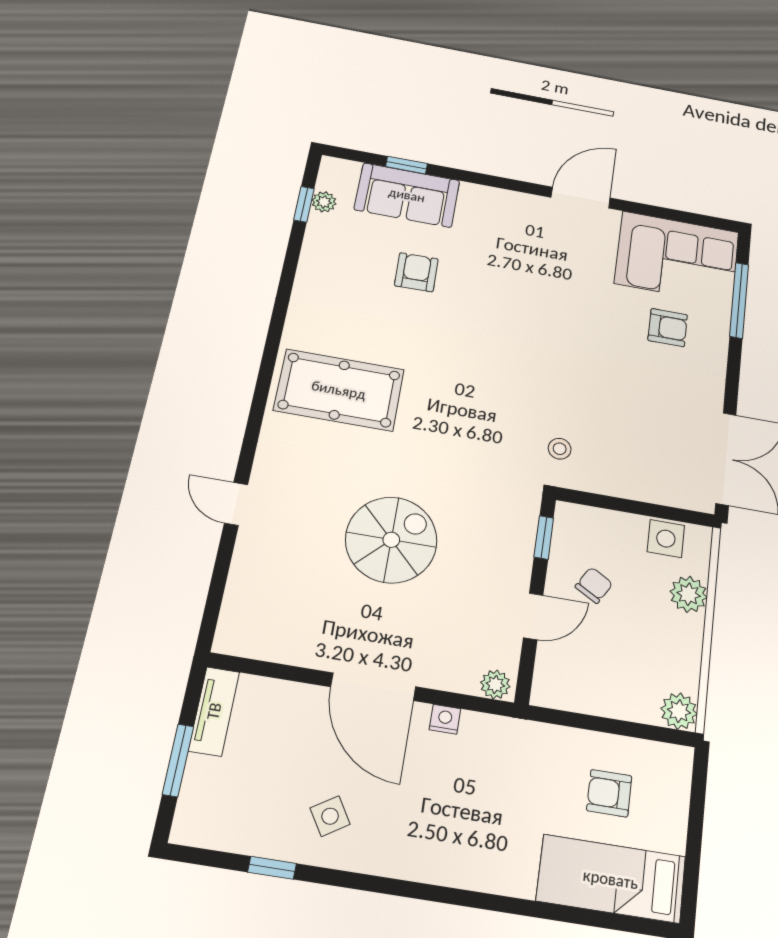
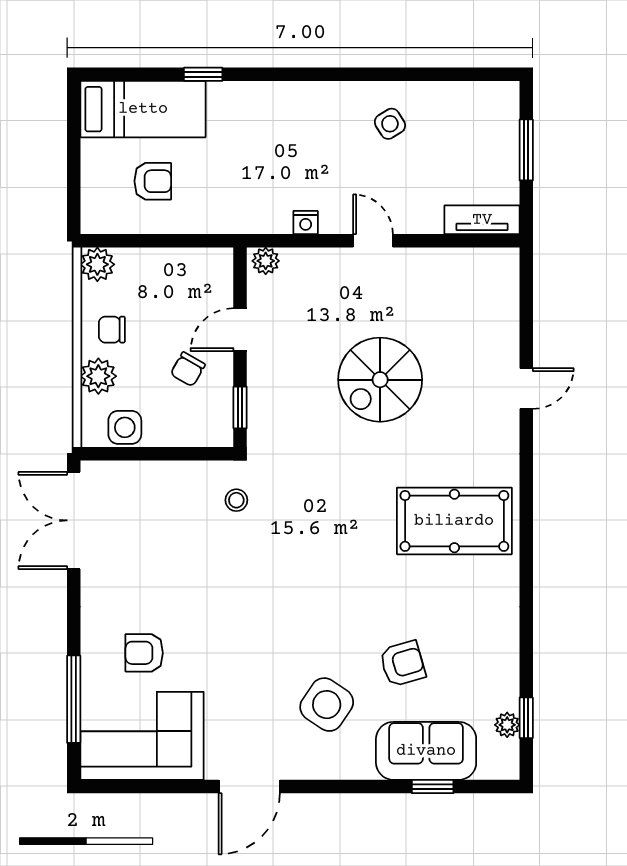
side table: (497, 251) -> (327, 705), added
armchair: (416, 272) -> (402, 664), turned -105
door: (236, 504) -> (526, 389), hinge flipped
chair: (670, 640) -> (112, 330), added
door: (373, 687) -> (373, 241), width x0.53
tv unit: (214, 711) -> (482, 220), moved, turned 90
window: (272, 868) -> (203, 74), moved

